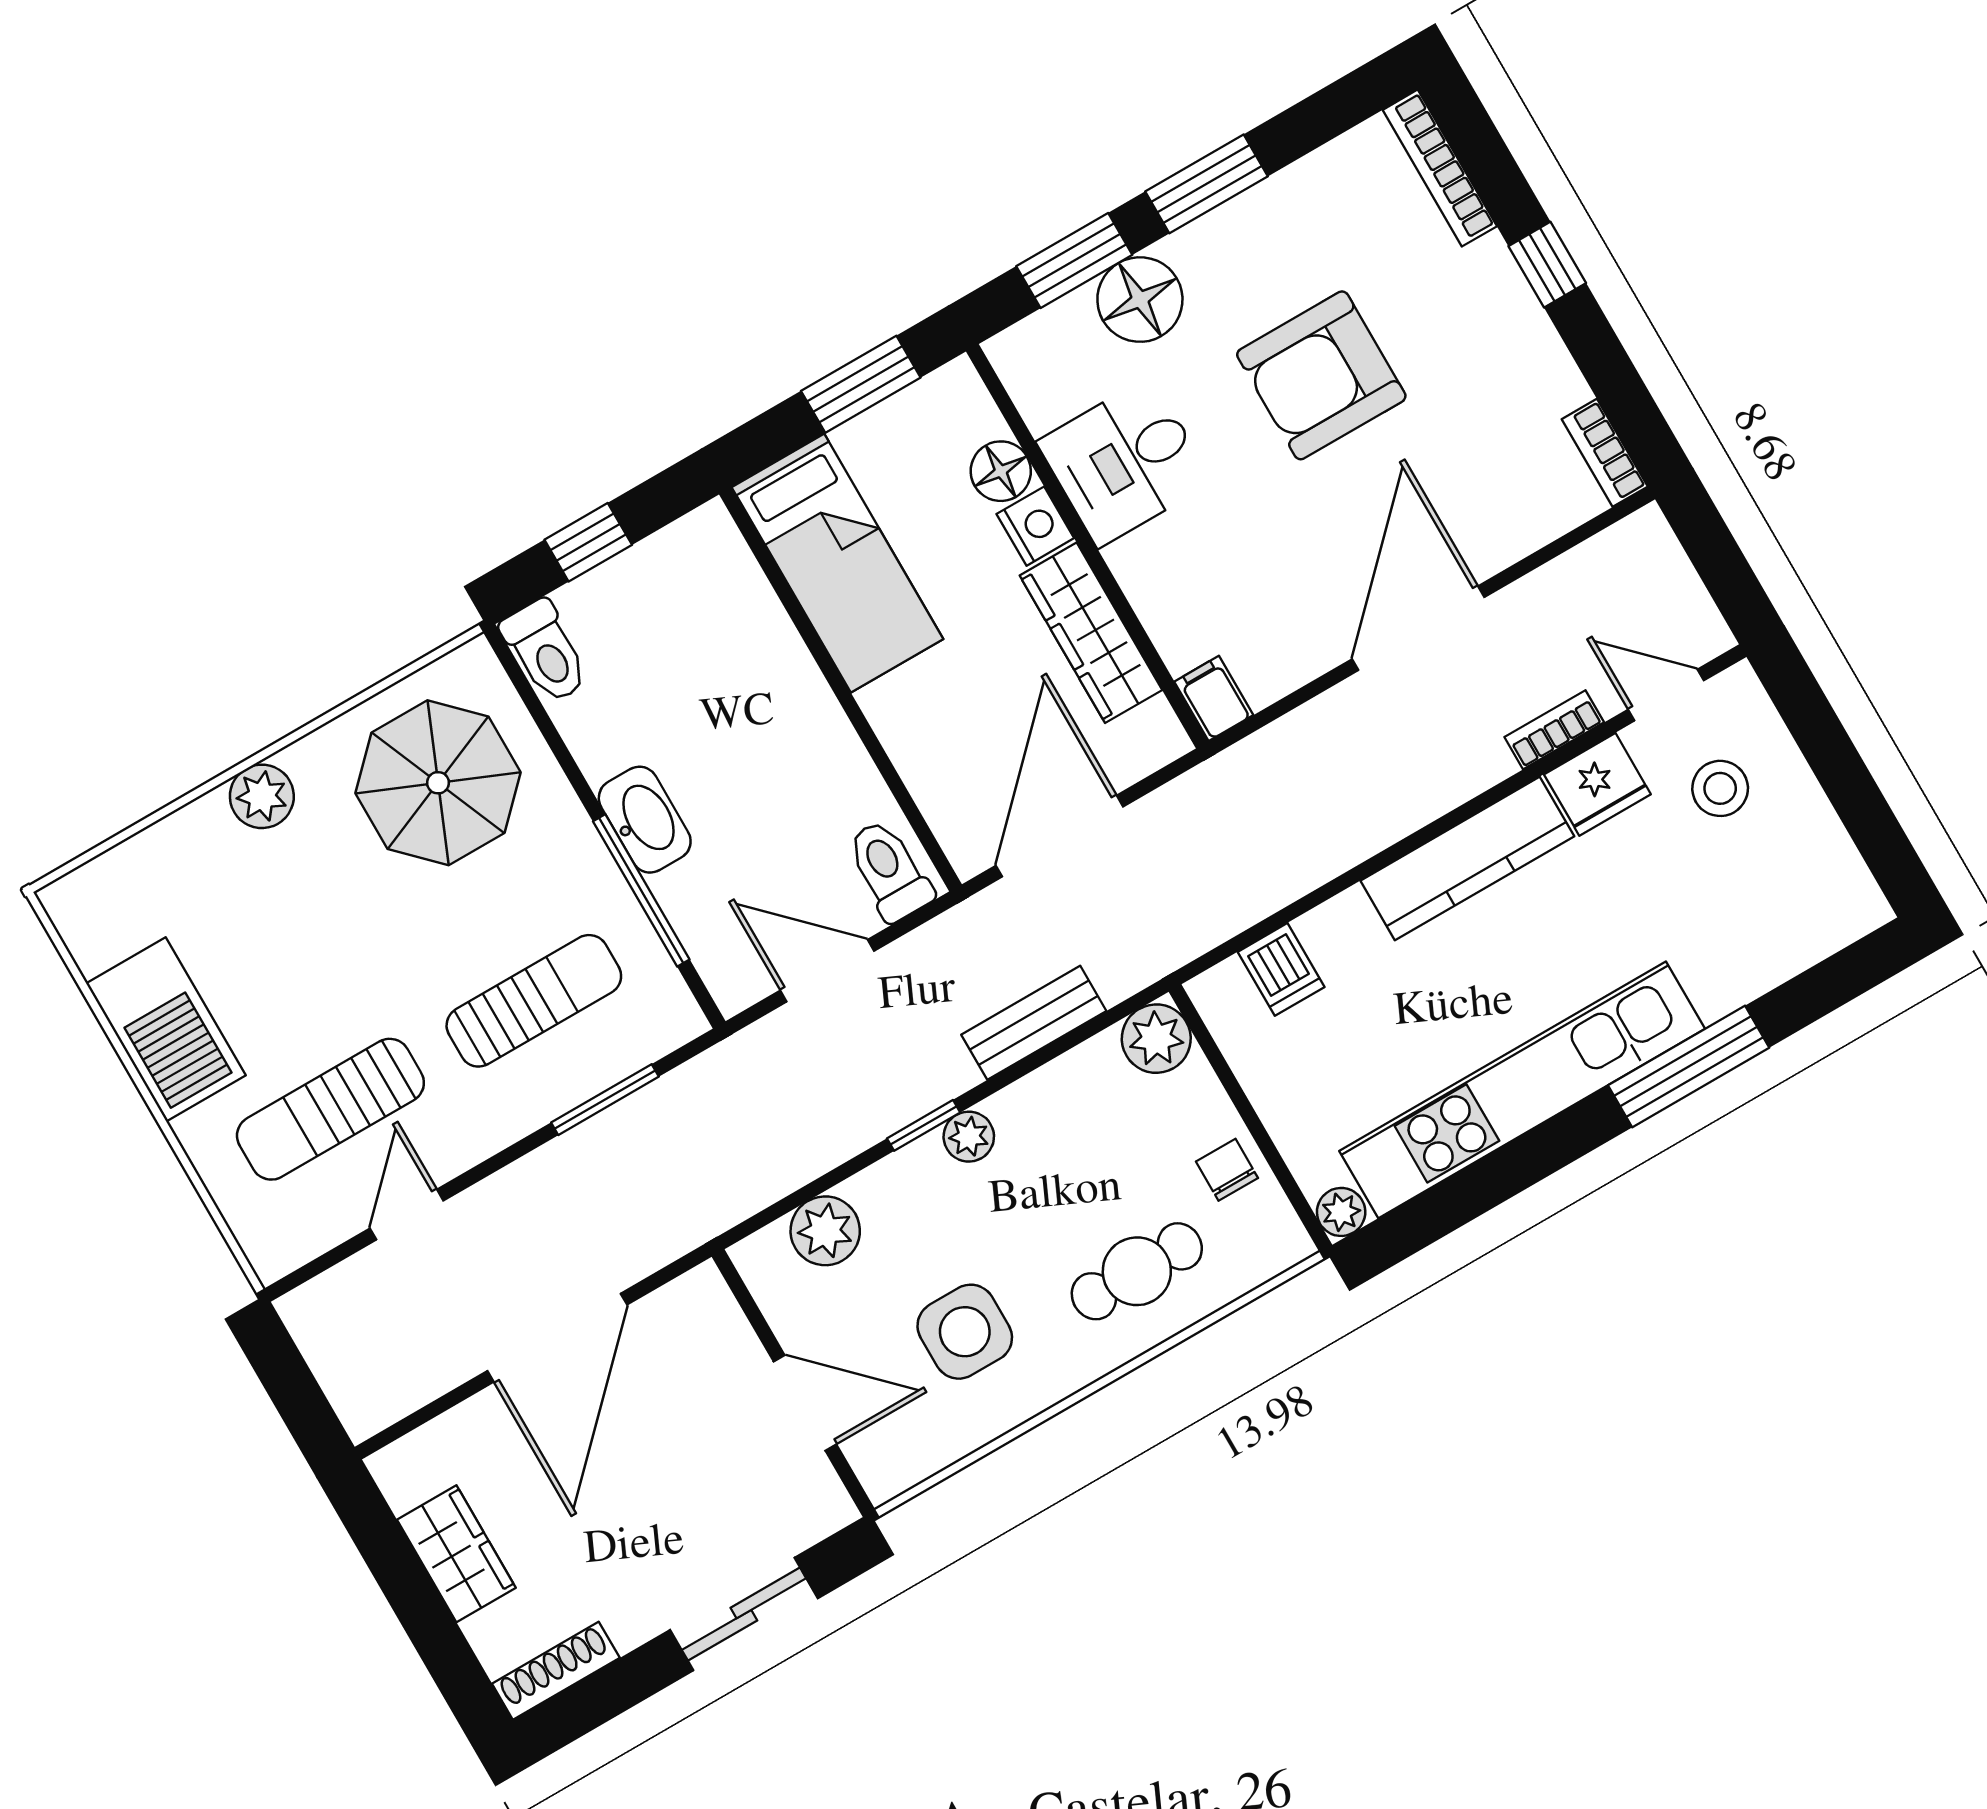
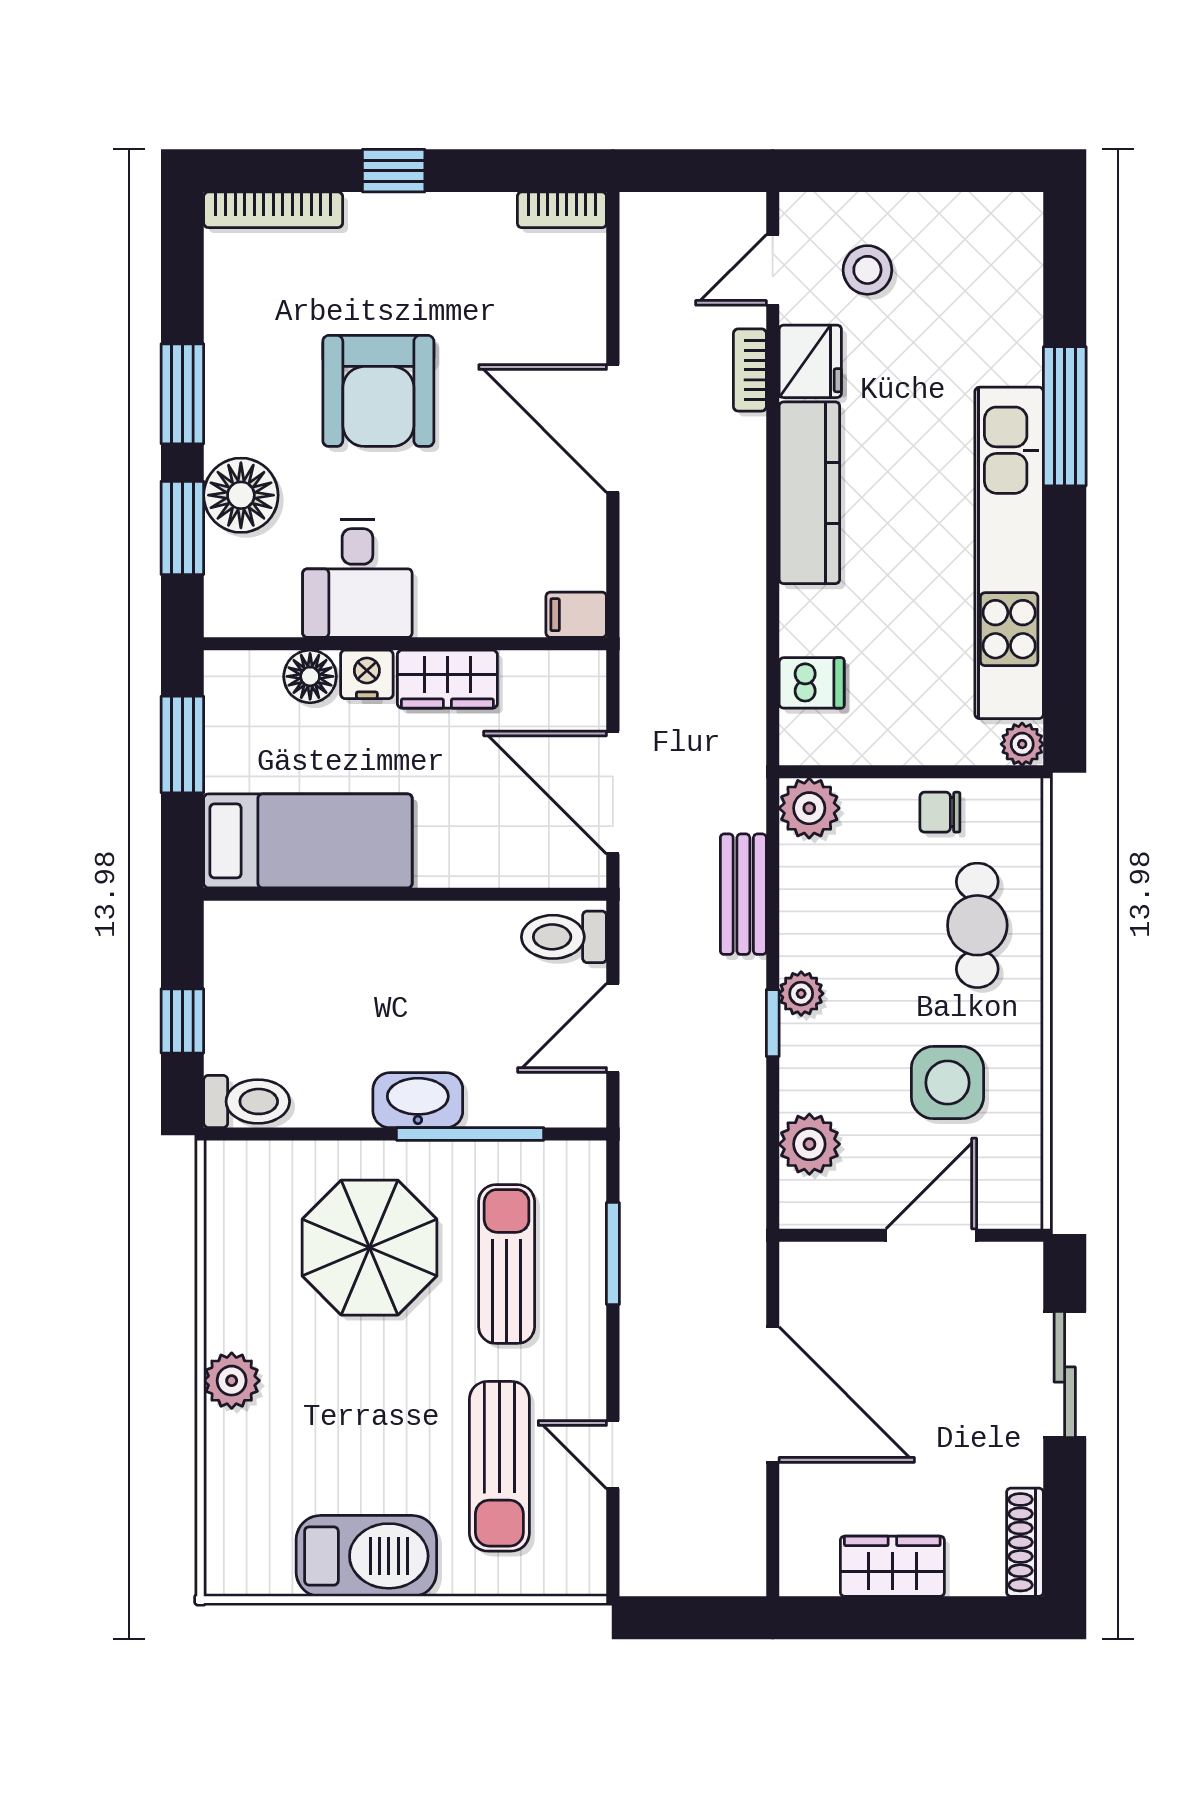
wardrobe: (1091, 633) -> (447, 679), width x0.67
parasol: (438, 783) -> (369, 1248), moved

